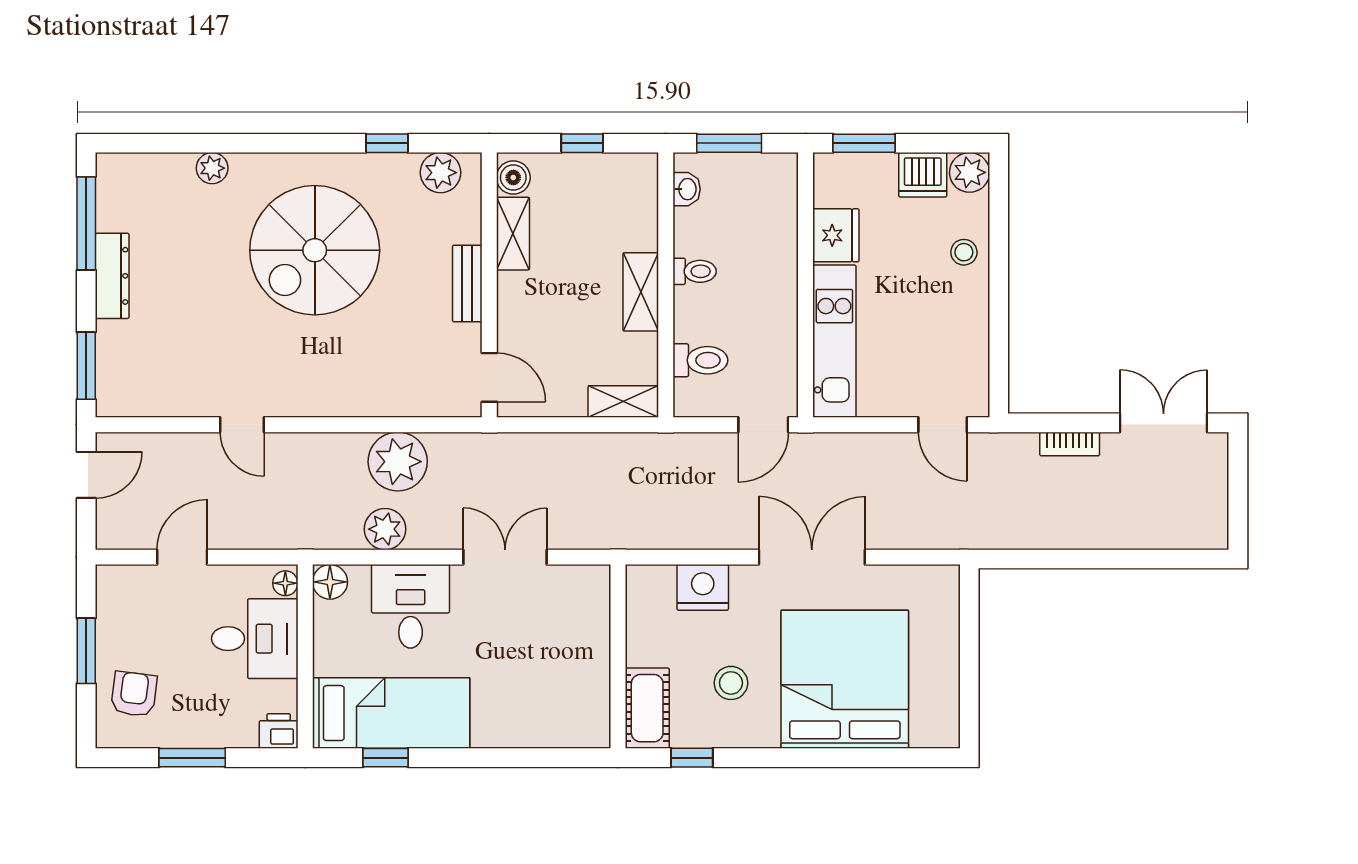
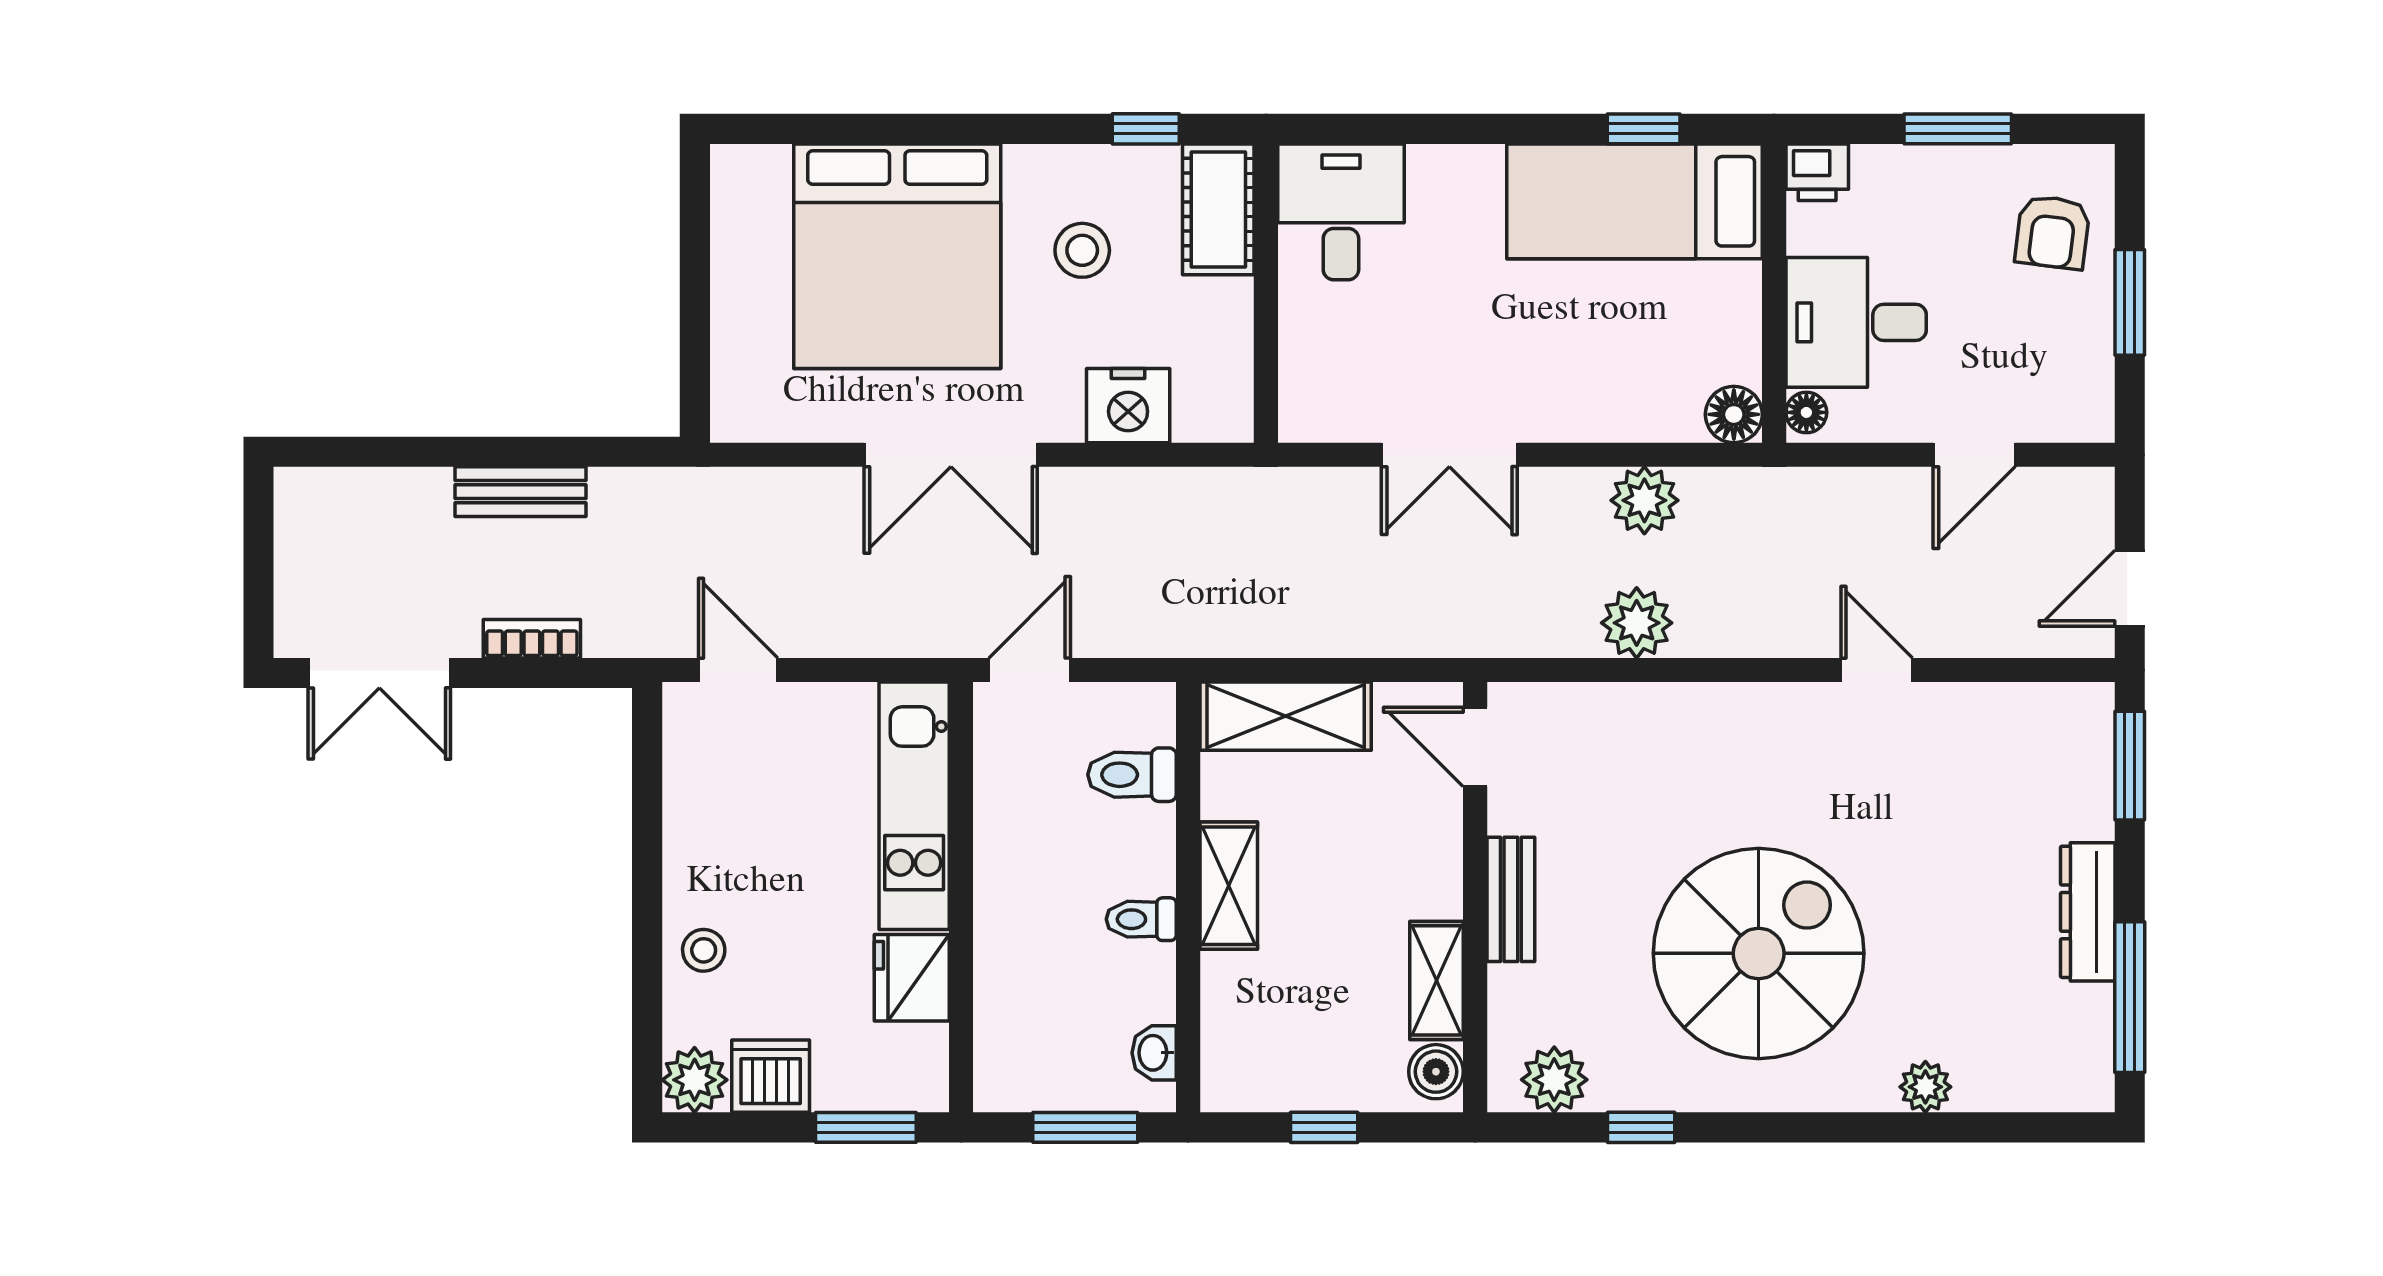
shelving: (623, 402) -> (1286, 716), width x1.50, depth x1.33
plant: (398, 462) -> (1637, 623), width x0.73, depth x0.73
bench: (1077, 534) -> (521, 492), added
desk: (411, 606) -> (1341, 212), moved, turned 180

